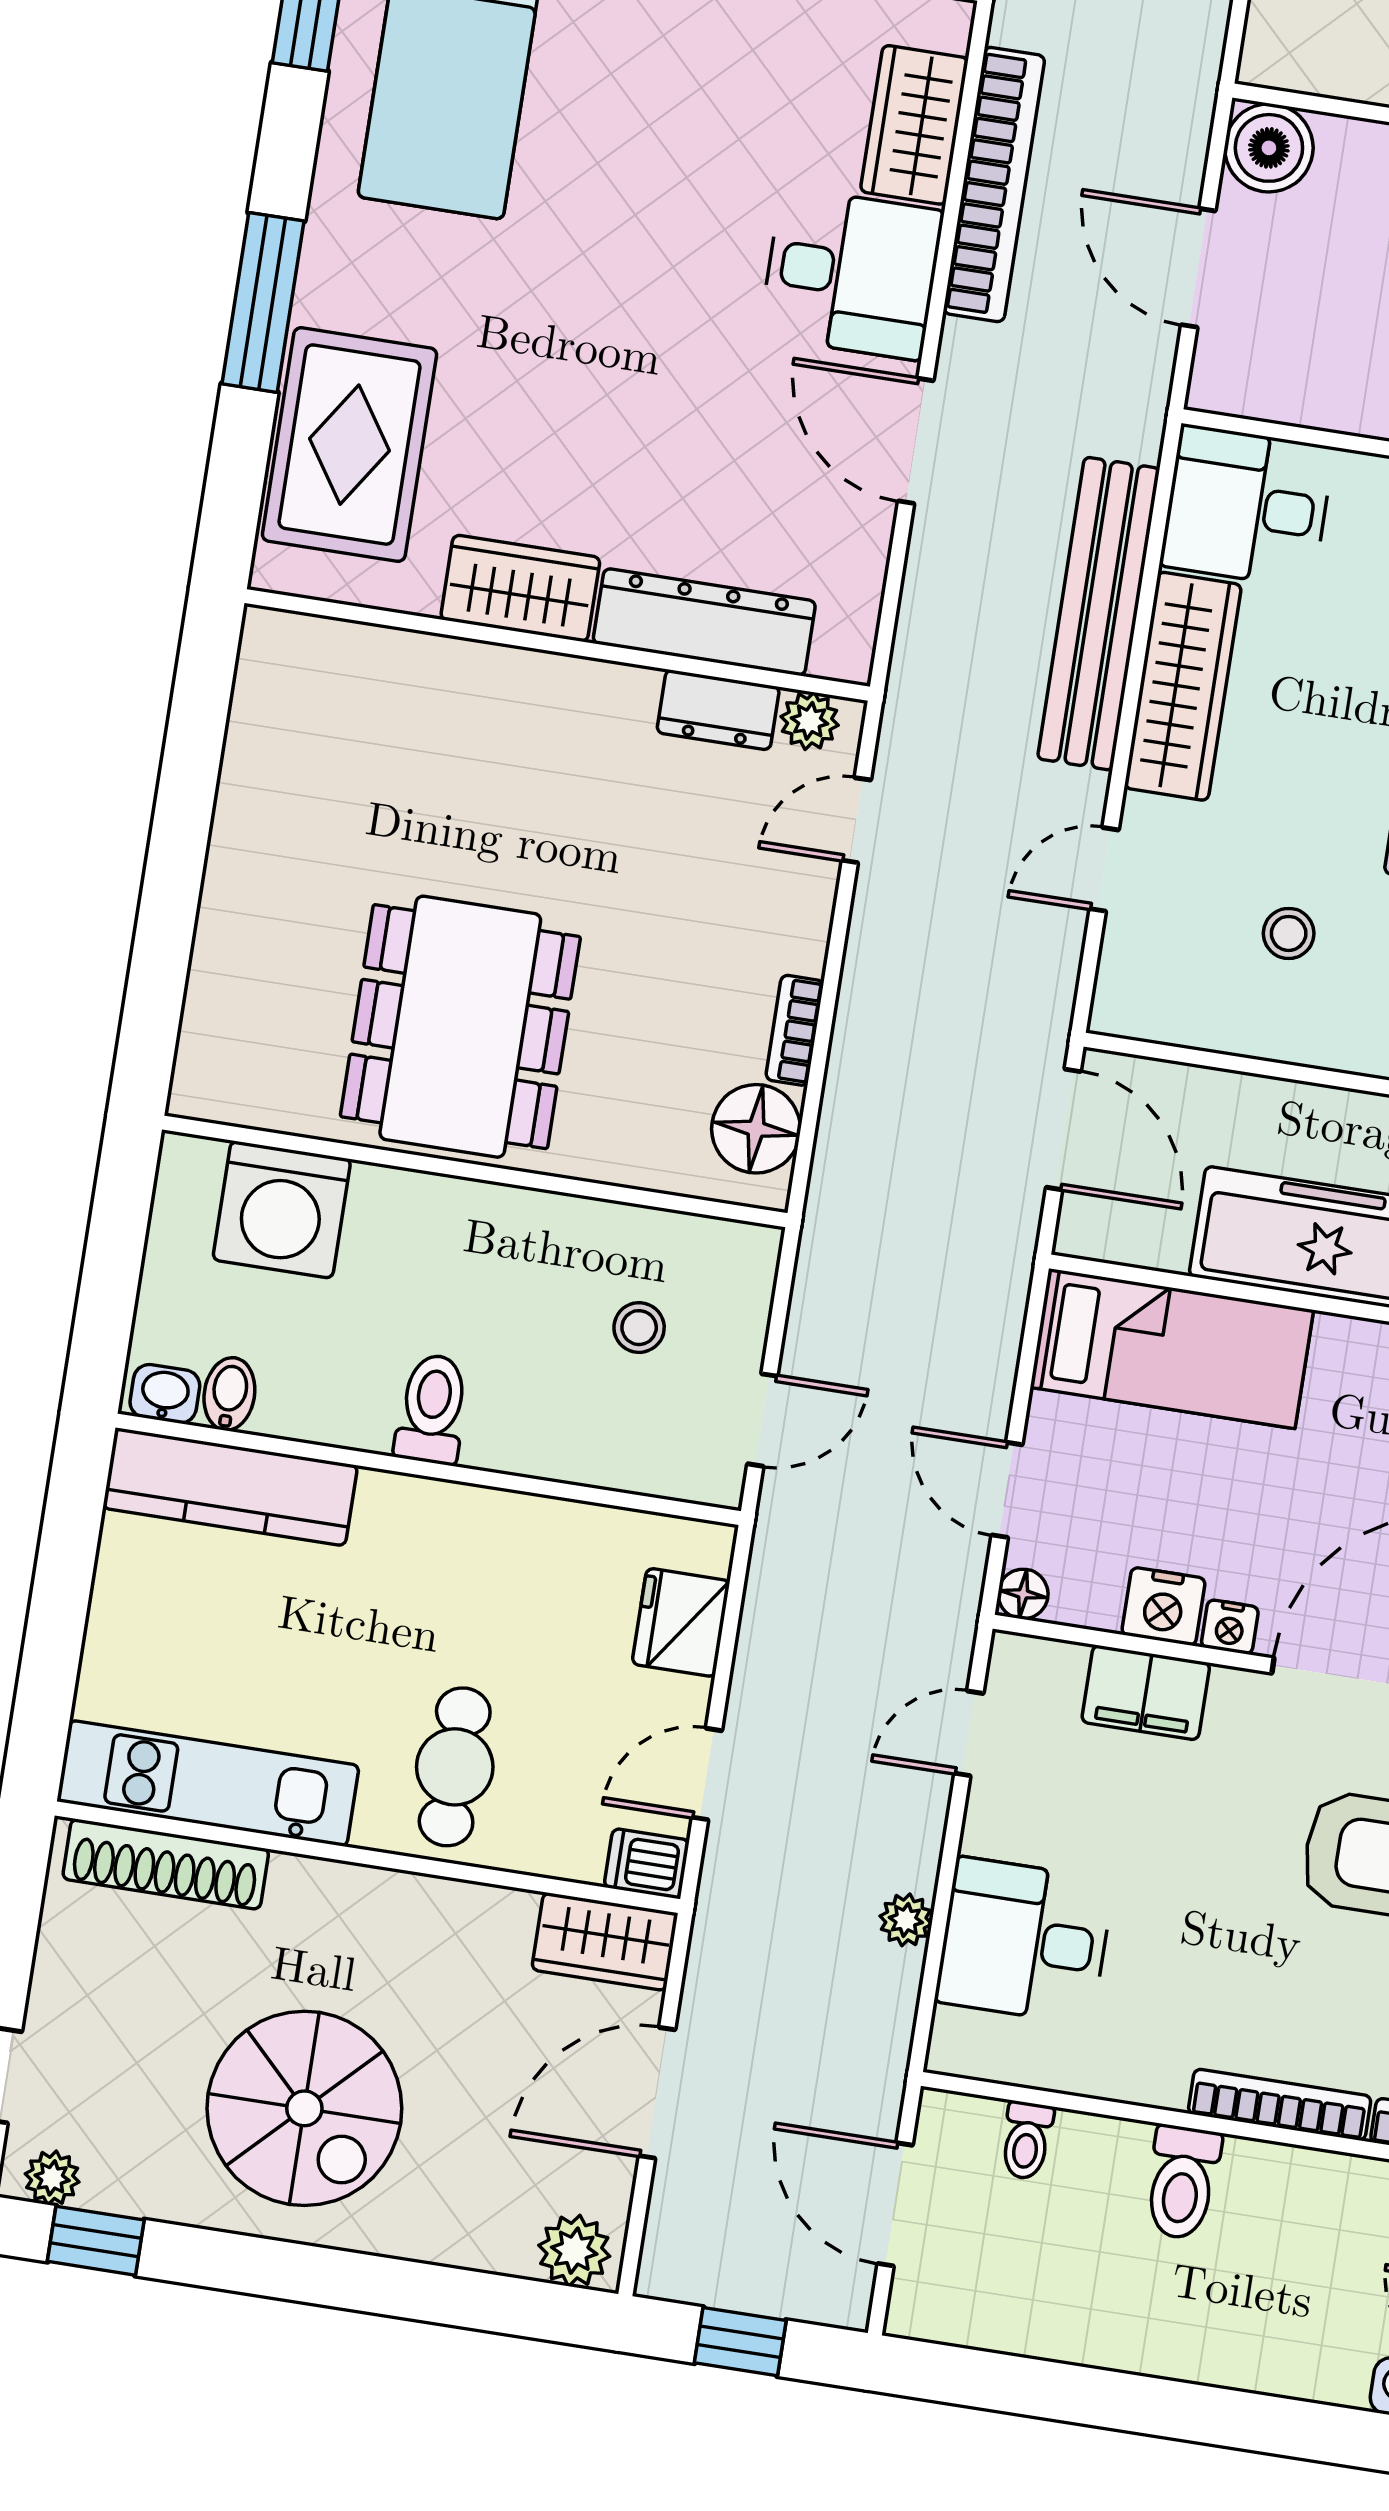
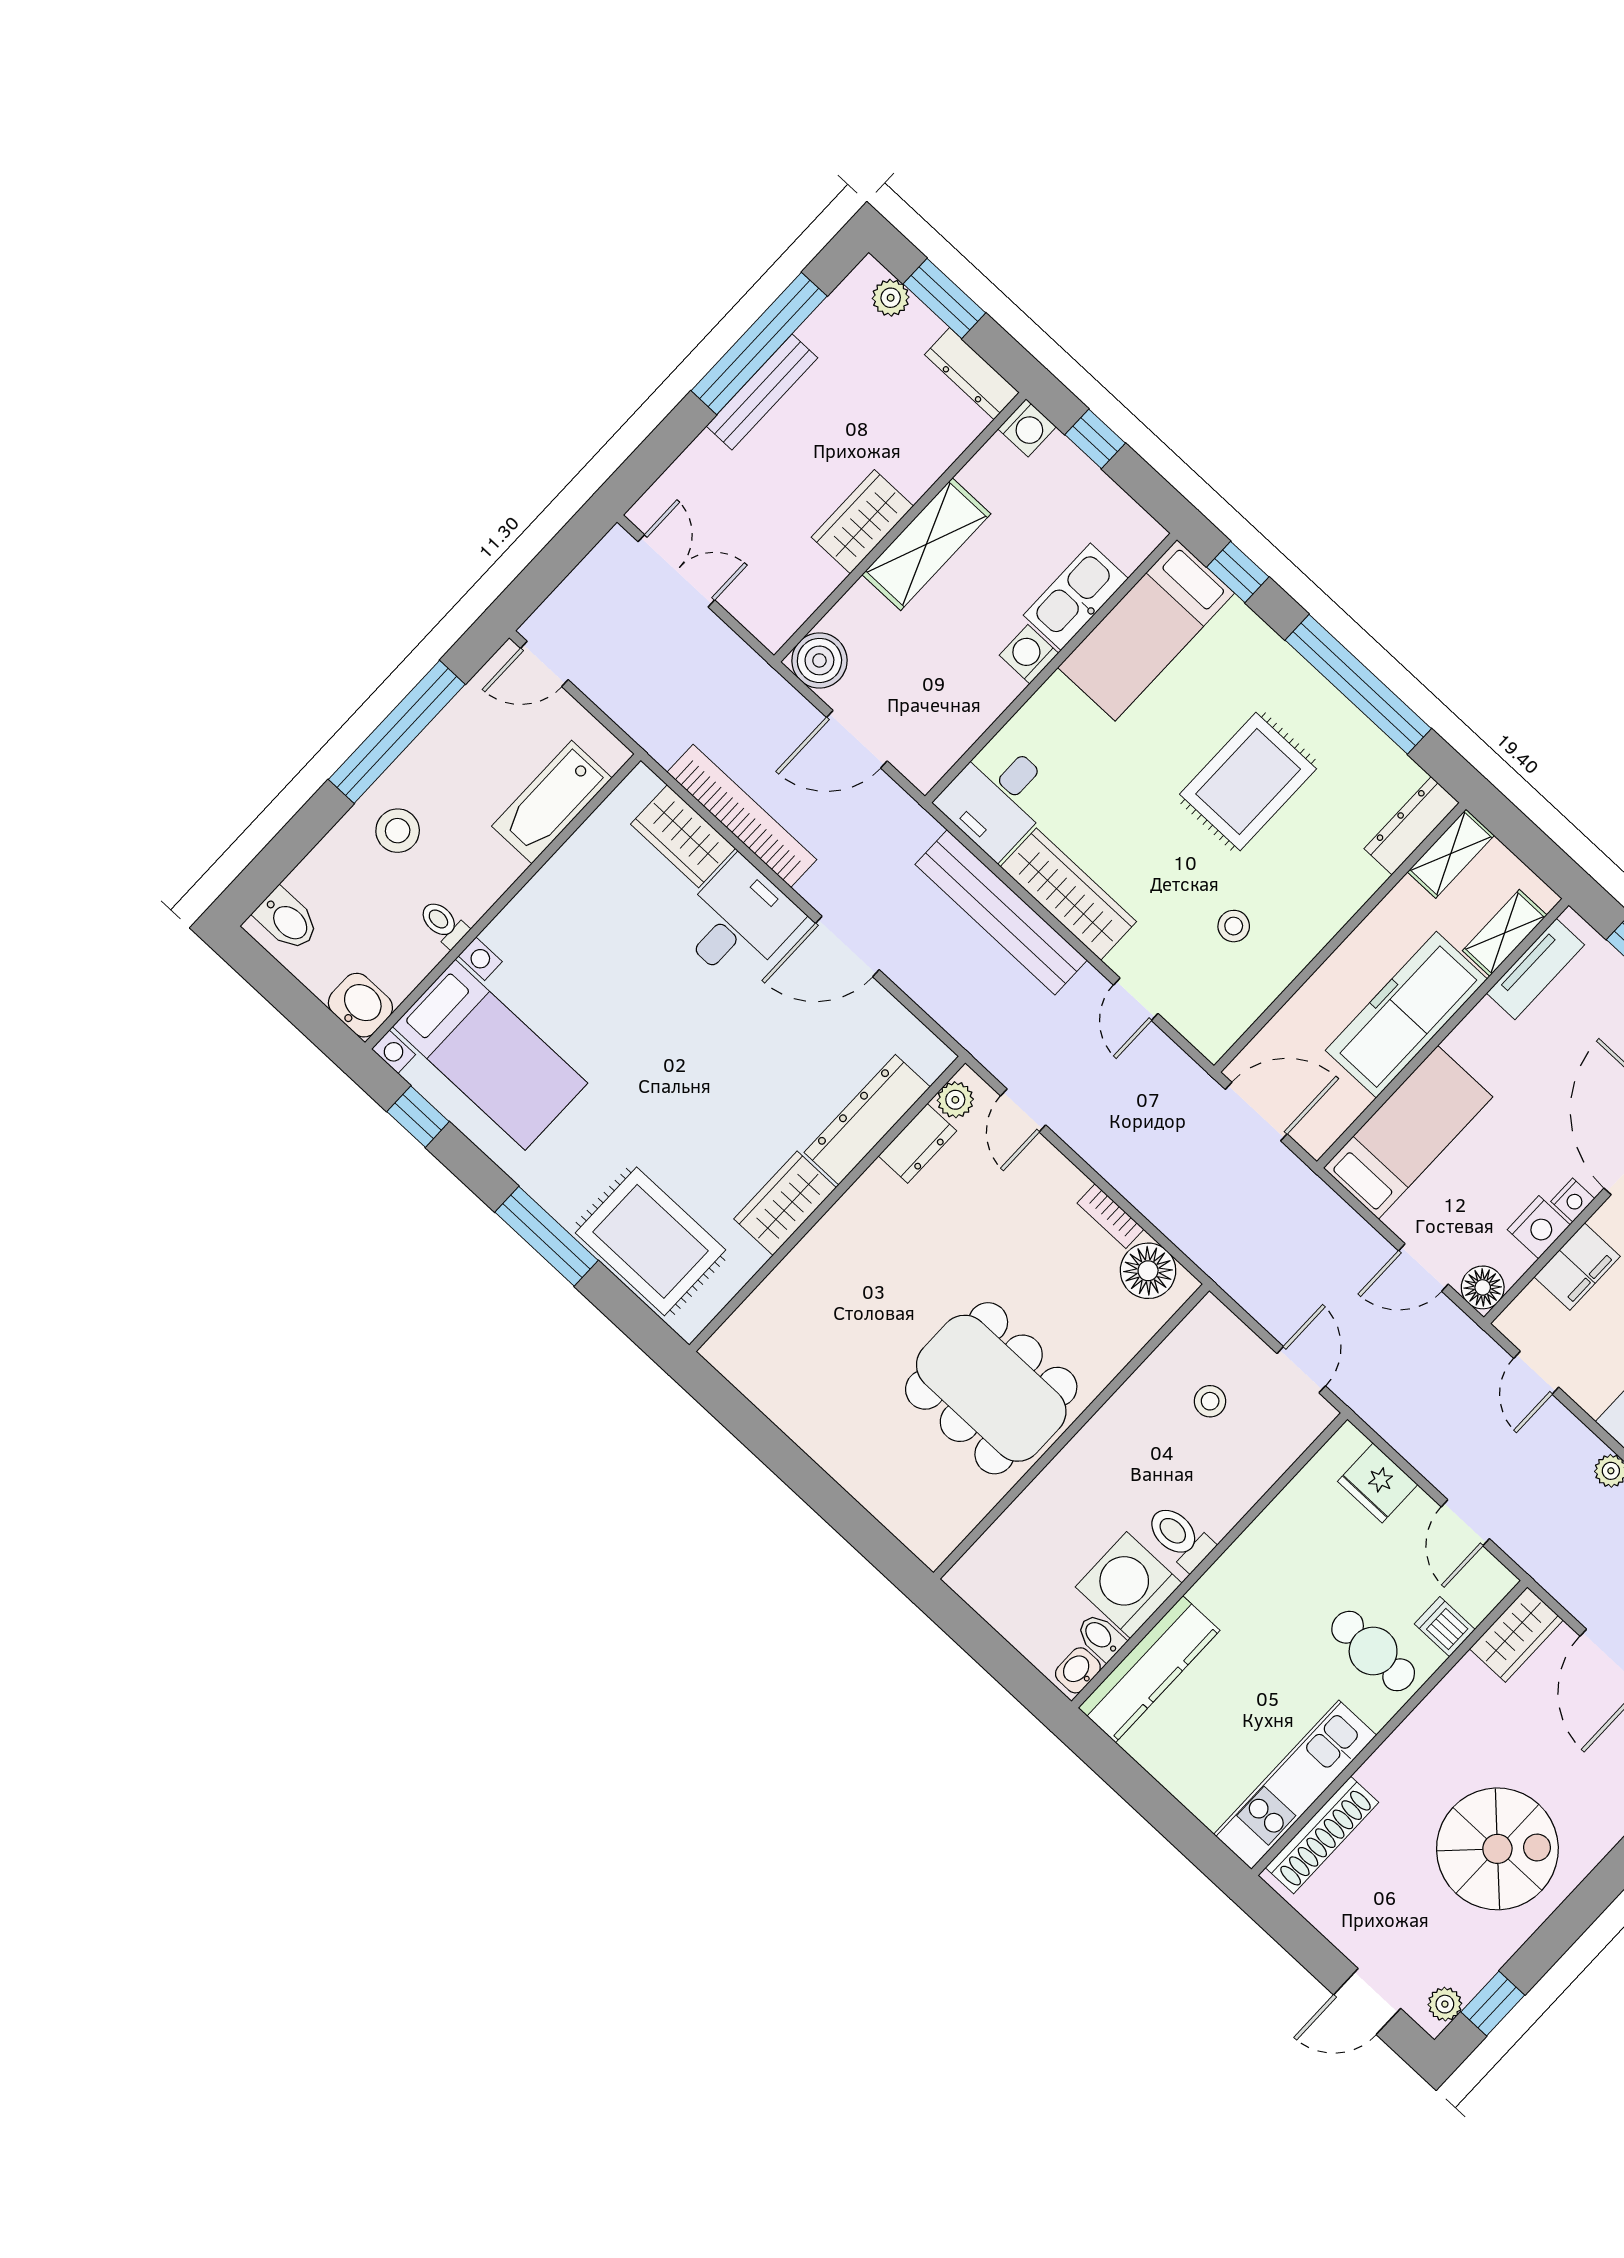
washing machine: (282, 1210) -> (1129, 1585), moved, turned 180
floor lamp: (1023, 1594) -> (1483, 1287), width x1.37, depth x1.37
dishwasher: (647, 1864) -> (1445, 1627), moved, turned 90

